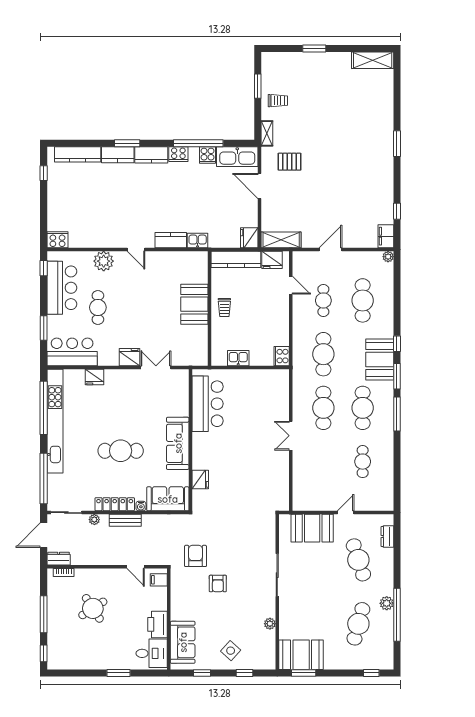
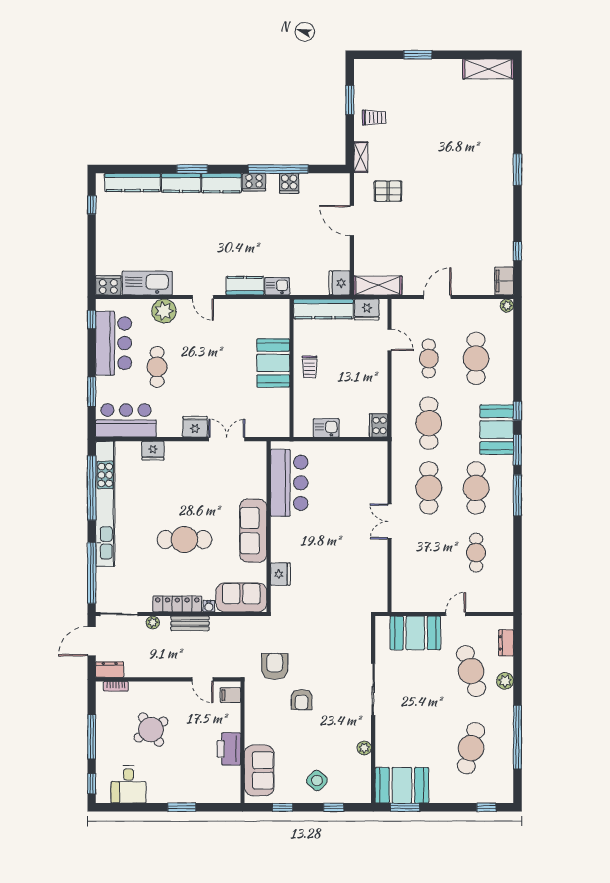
kitchen sink: (237, 157) -> (147, 283), moved, turned 180
plant: (387, 603) -> (505, 681), moved
desk: (152, 653) -> (129, 785), moved, turned 90

